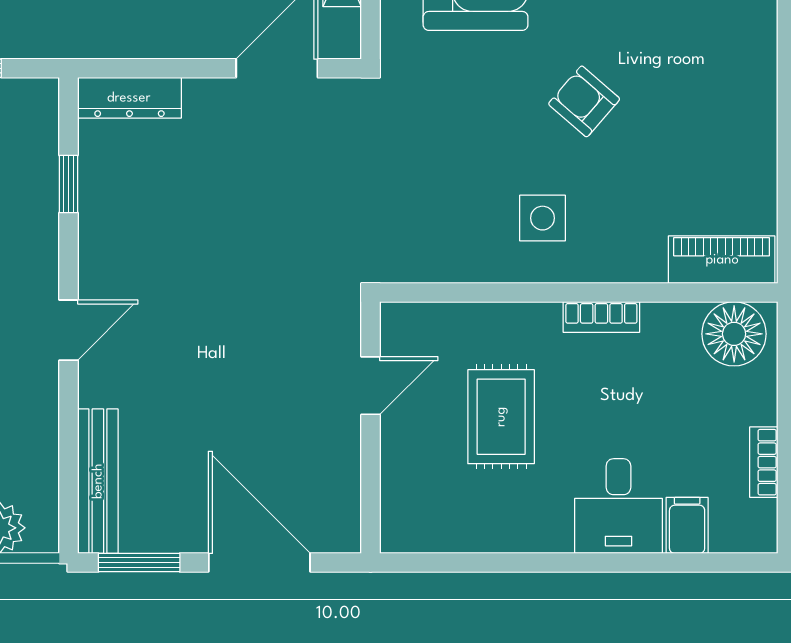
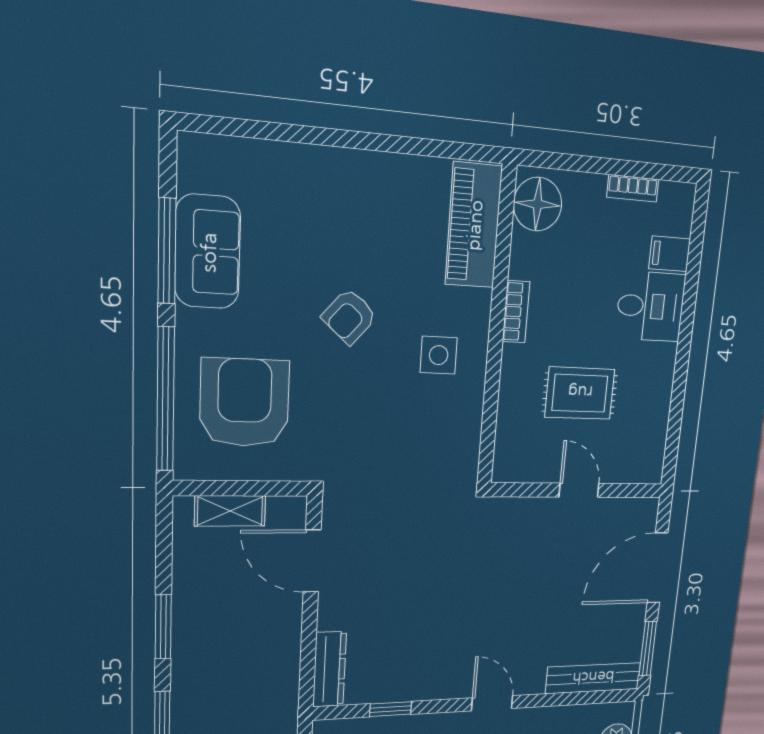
piano: (722, 260) -> (474, 225), width x1.37, depth x1.33
door: (371, 386) -> (579, 490), moved

